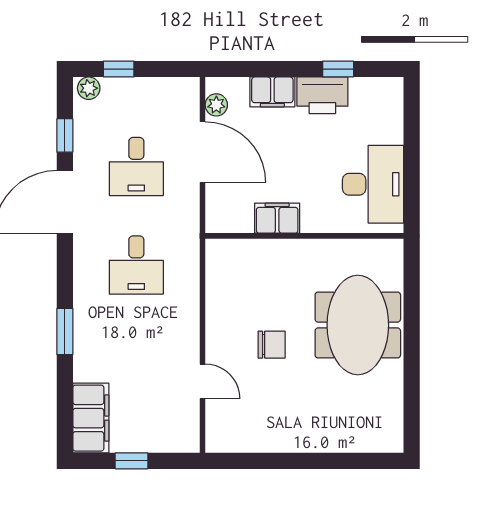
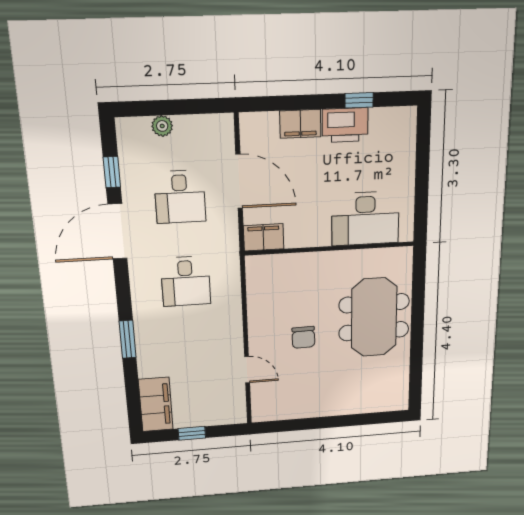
window: (119, 69) -> (157, 108), removed
plant: (89, 88) -> (162, 126), moved
plant: (216, 105) -> (250, 138), removed
desk: (373, 184) -> (365, 219), moved, turned 90
filing cabinet: (277, 218) -> (264, 237), moved
chair: (272, 345) -> (303, 337), turned 89

